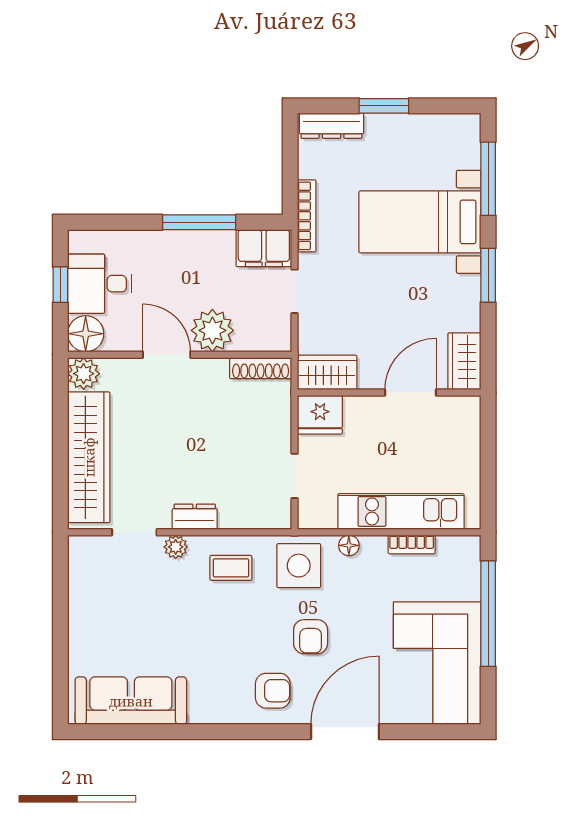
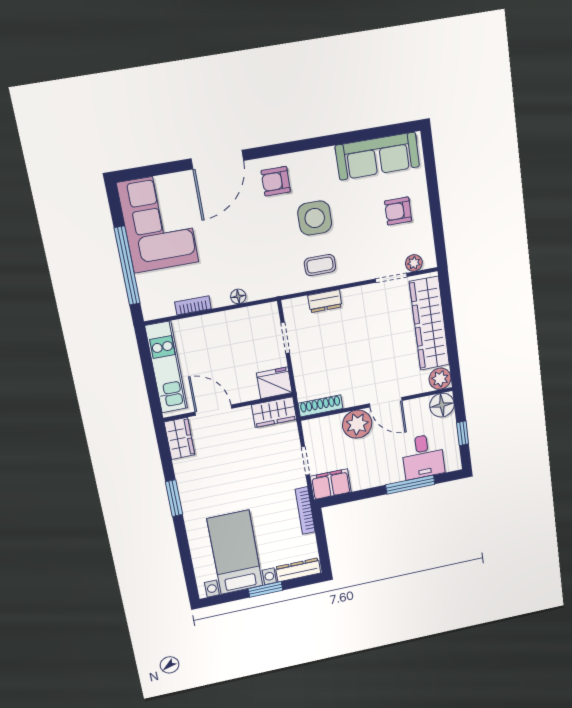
window: (488, 179) -> (186, 560), removed
window: (199, 222) -> (410, 485), moved
bed with nightstands: (420, 222) -> (235, 552), moved, turned -90
desk: (100, 284) -> (423, 457), moved, turned 90
door: (410, 393) -> (213, 410), swing flipped
kitchen unit: (401, 512) -> (166, 367), moved, turned -90
dresser: (195, 517) -> (325, 301), moved
plant: (176, 547) -> (414, 263), moved
side table: (299, 566) -> (315, 218), moved
armchair: (311, 637) -> (398, 211), moved, turned -90

